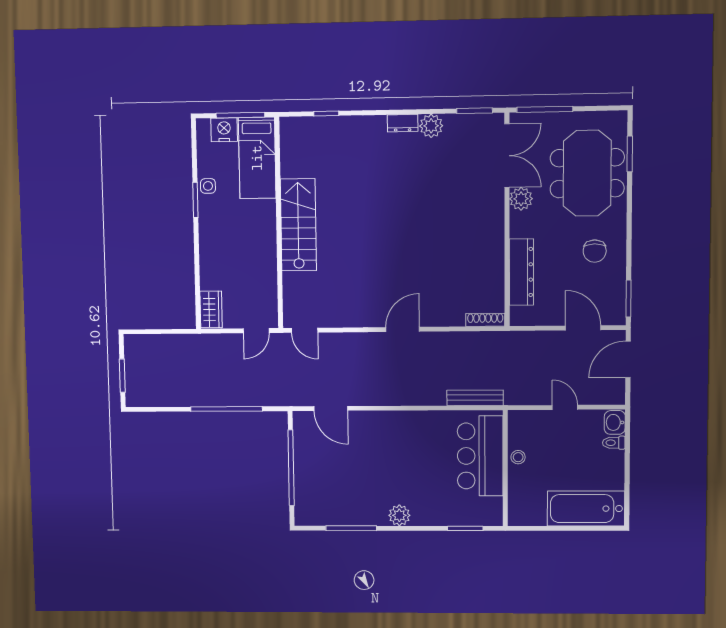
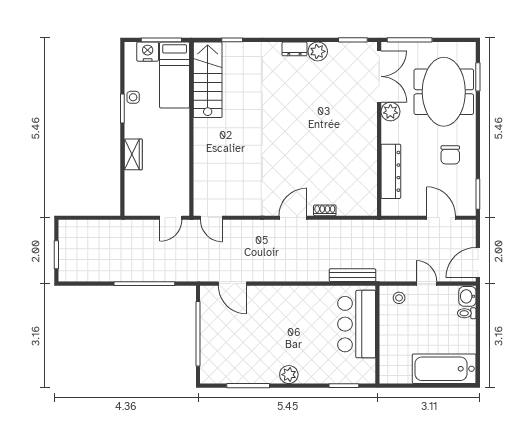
stairs: (298, 225) -> (208, 80), moved
wardrobe: (211, 309) -> (133, 154), moved
shoe rack: (485, 320) -> (325, 210), moved, width x0.70
door: (628, 359) -> (478, 263), moved
stool: (518, 457) -> (399, 298), moved

